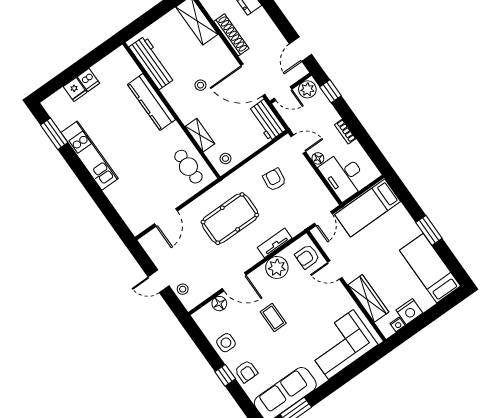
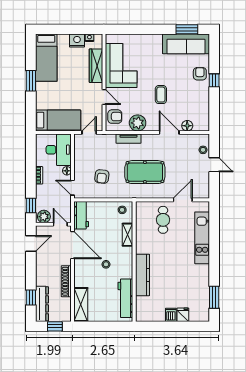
kitchen unit: (90, 156) -> (202, 238), moved
cafe table: (188, 167) -> (163, 220), moved
side table: (226, 343) -> (200, 100), removed
corner sofa: (341, 345) -> (121, 65), moved, turned -90

